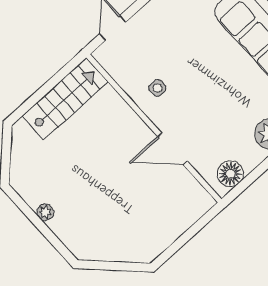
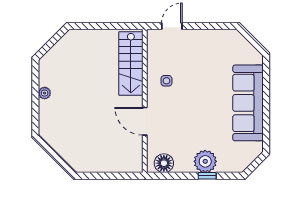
stairs: (65, 99) -> (131, 64), moved, turned 90

